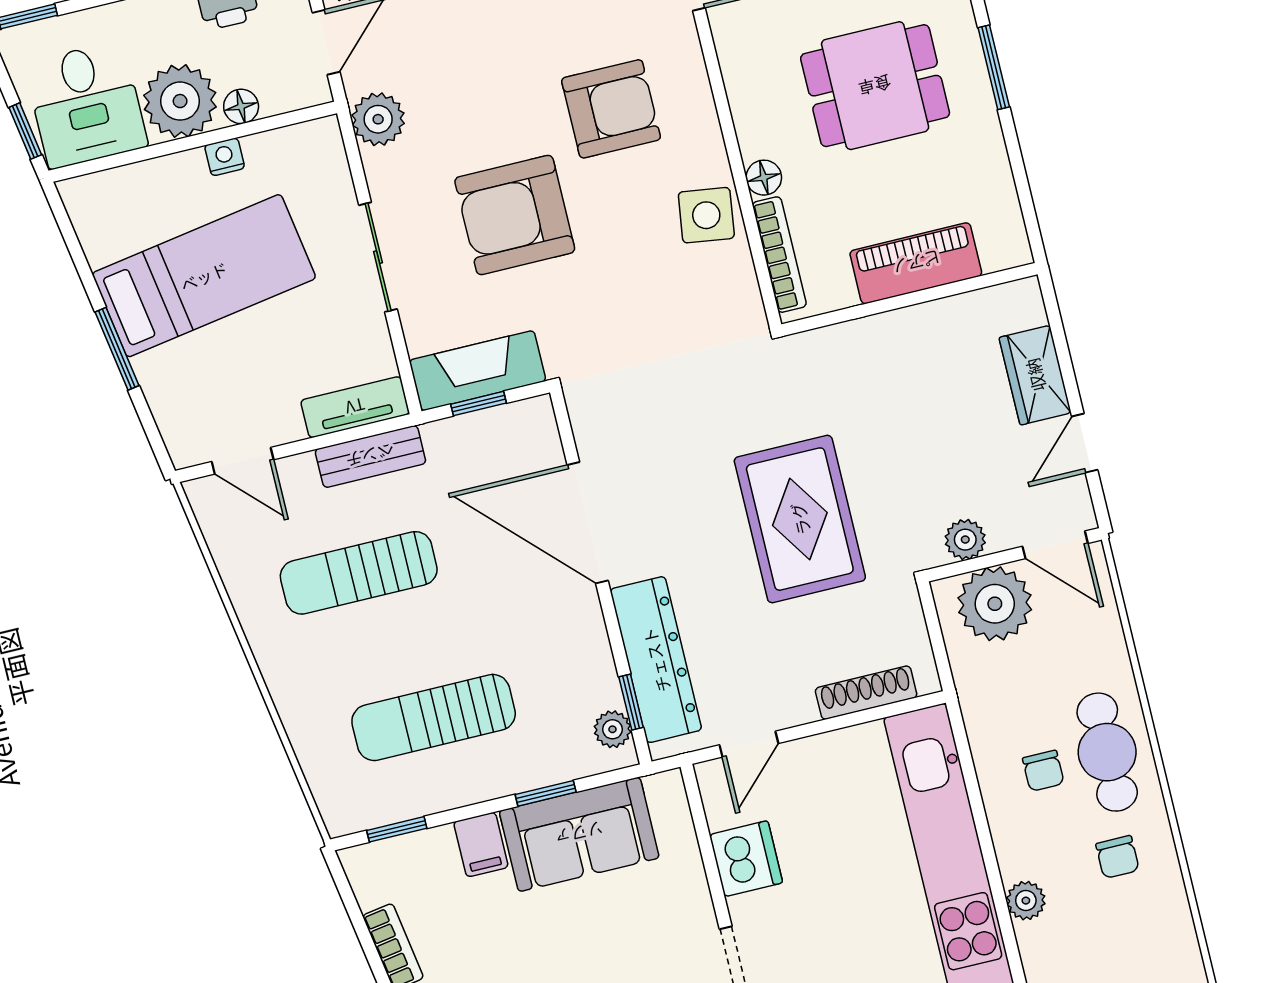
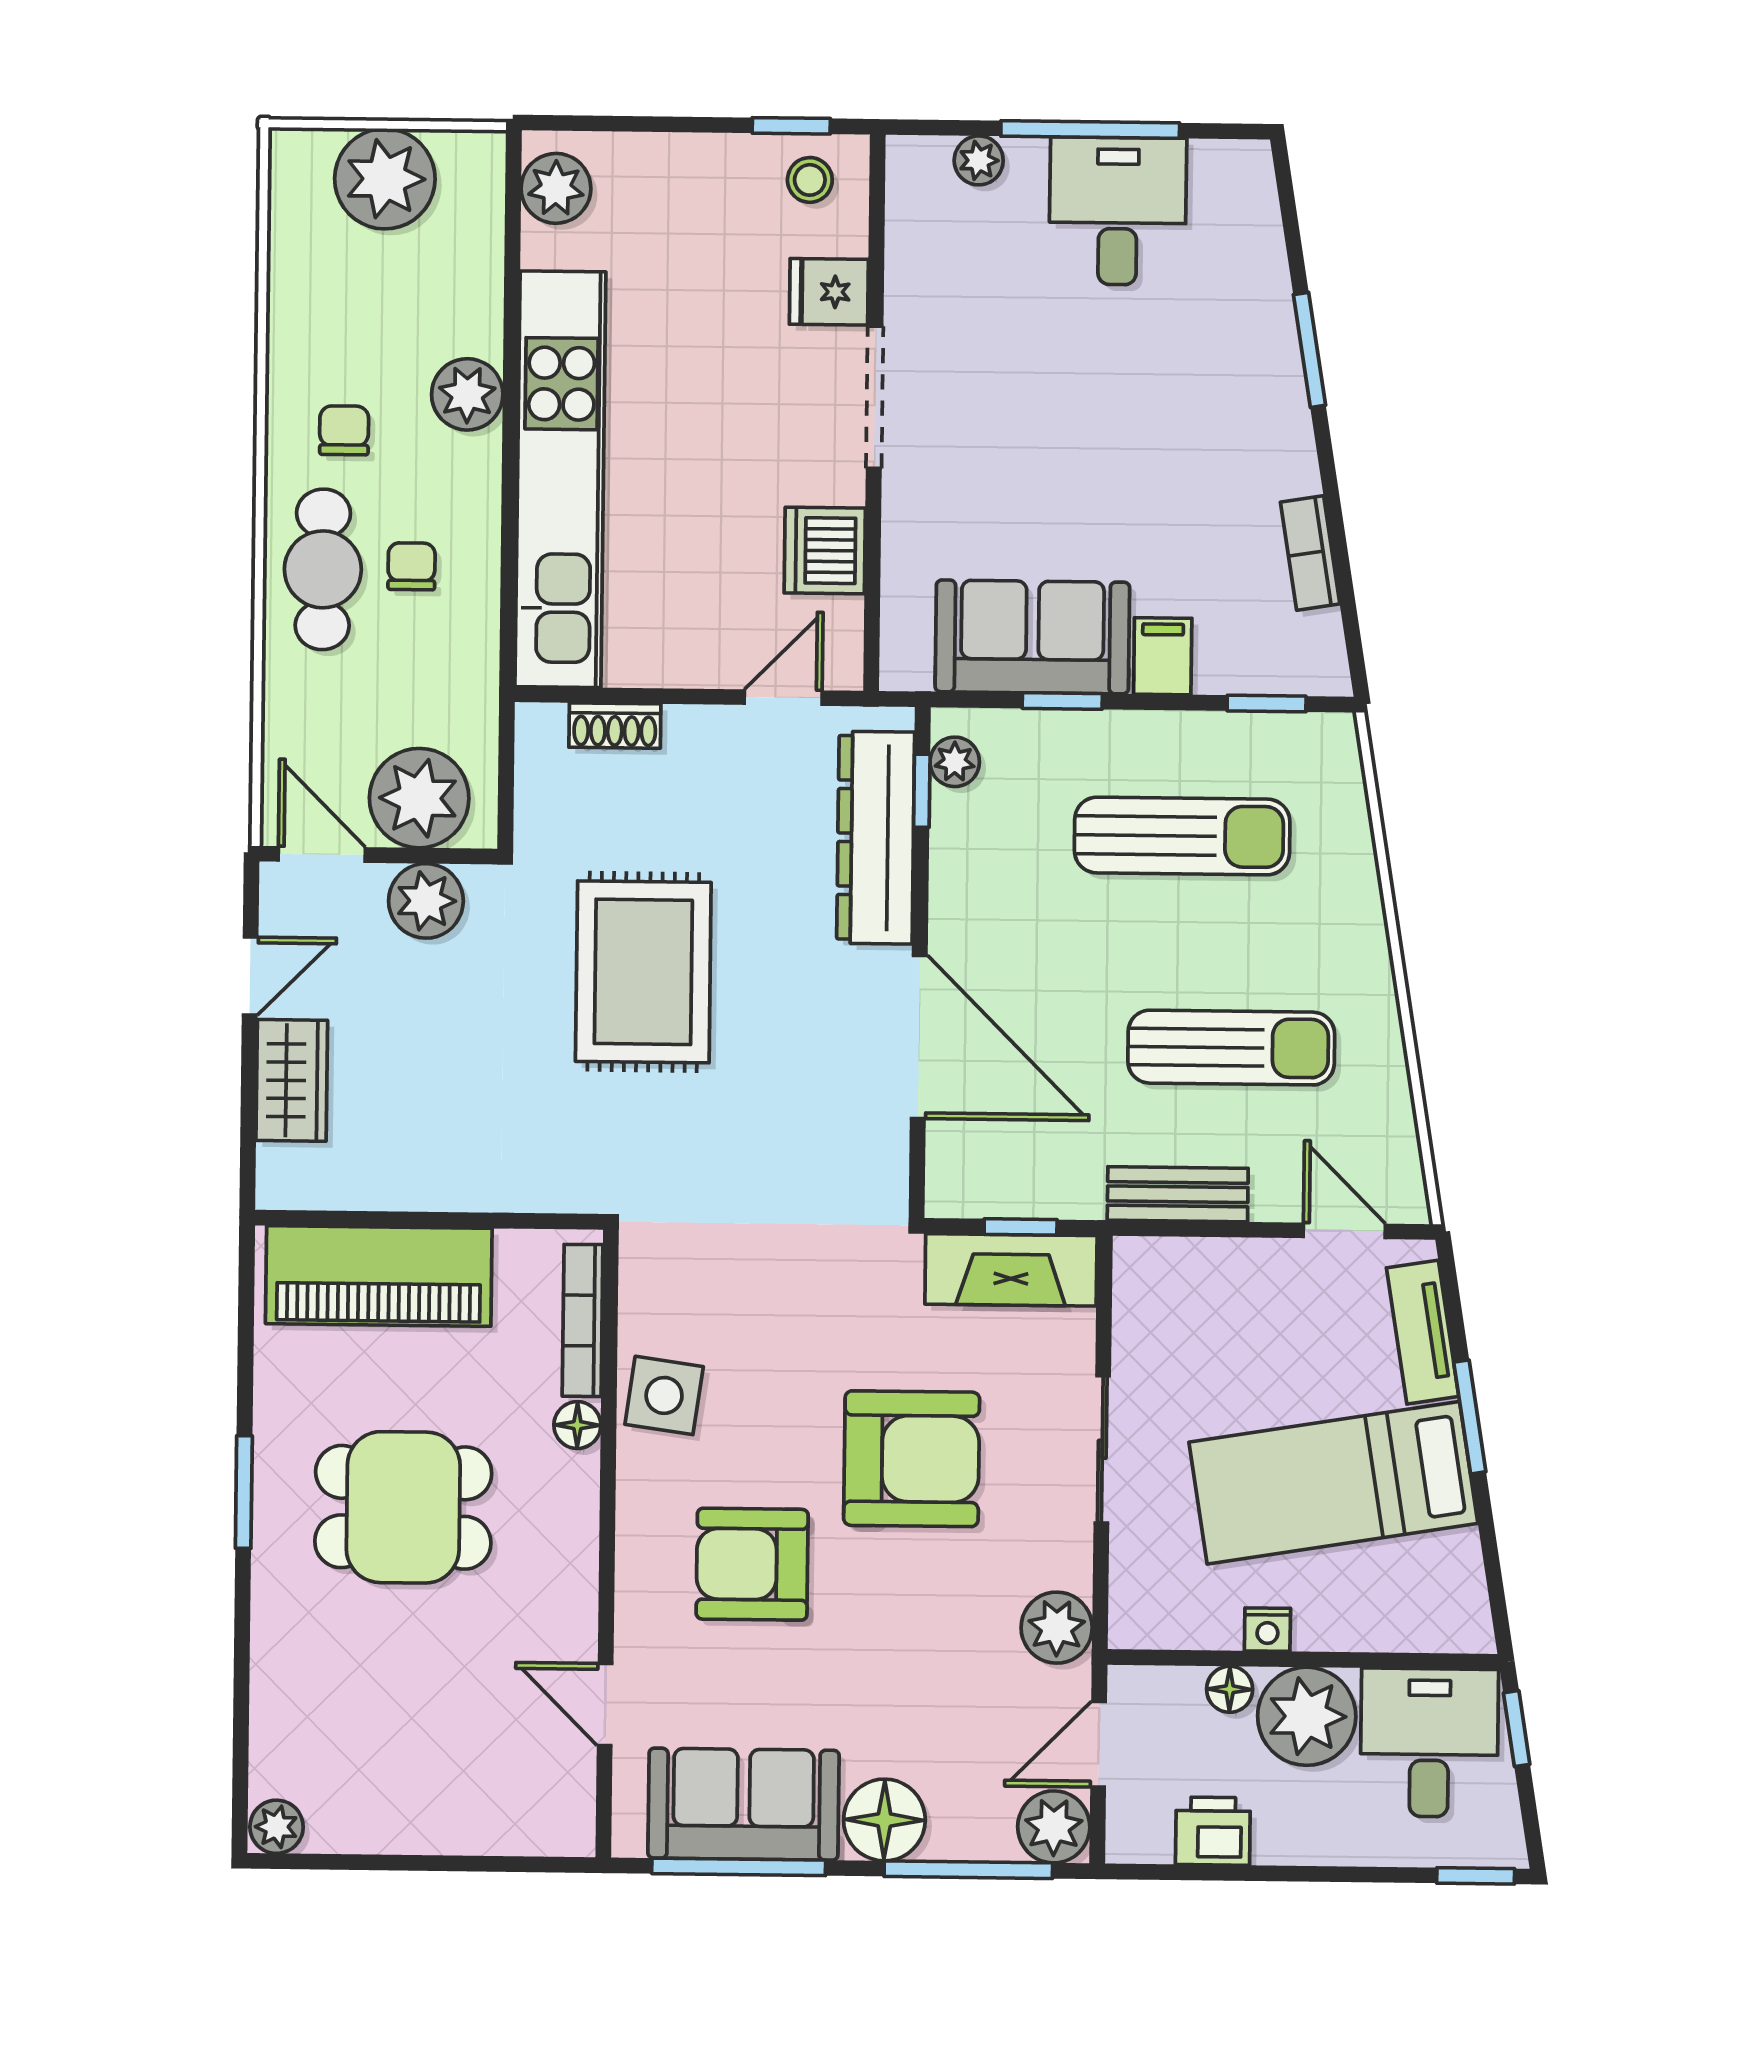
piano: (916, 263) -> (379, 1276), width x1.37, depth x1.33
tv unit: (355, 407) -> (1423, 1332), moved, turned 81
plant: (965, 540) -> (426, 901), width x1.38, depth x1.38
shoe rack: (866, 693) -> (615, 726), width x0.70
plant: (1026, 901) -> (467, 394), width x1.38, depth x1.38

